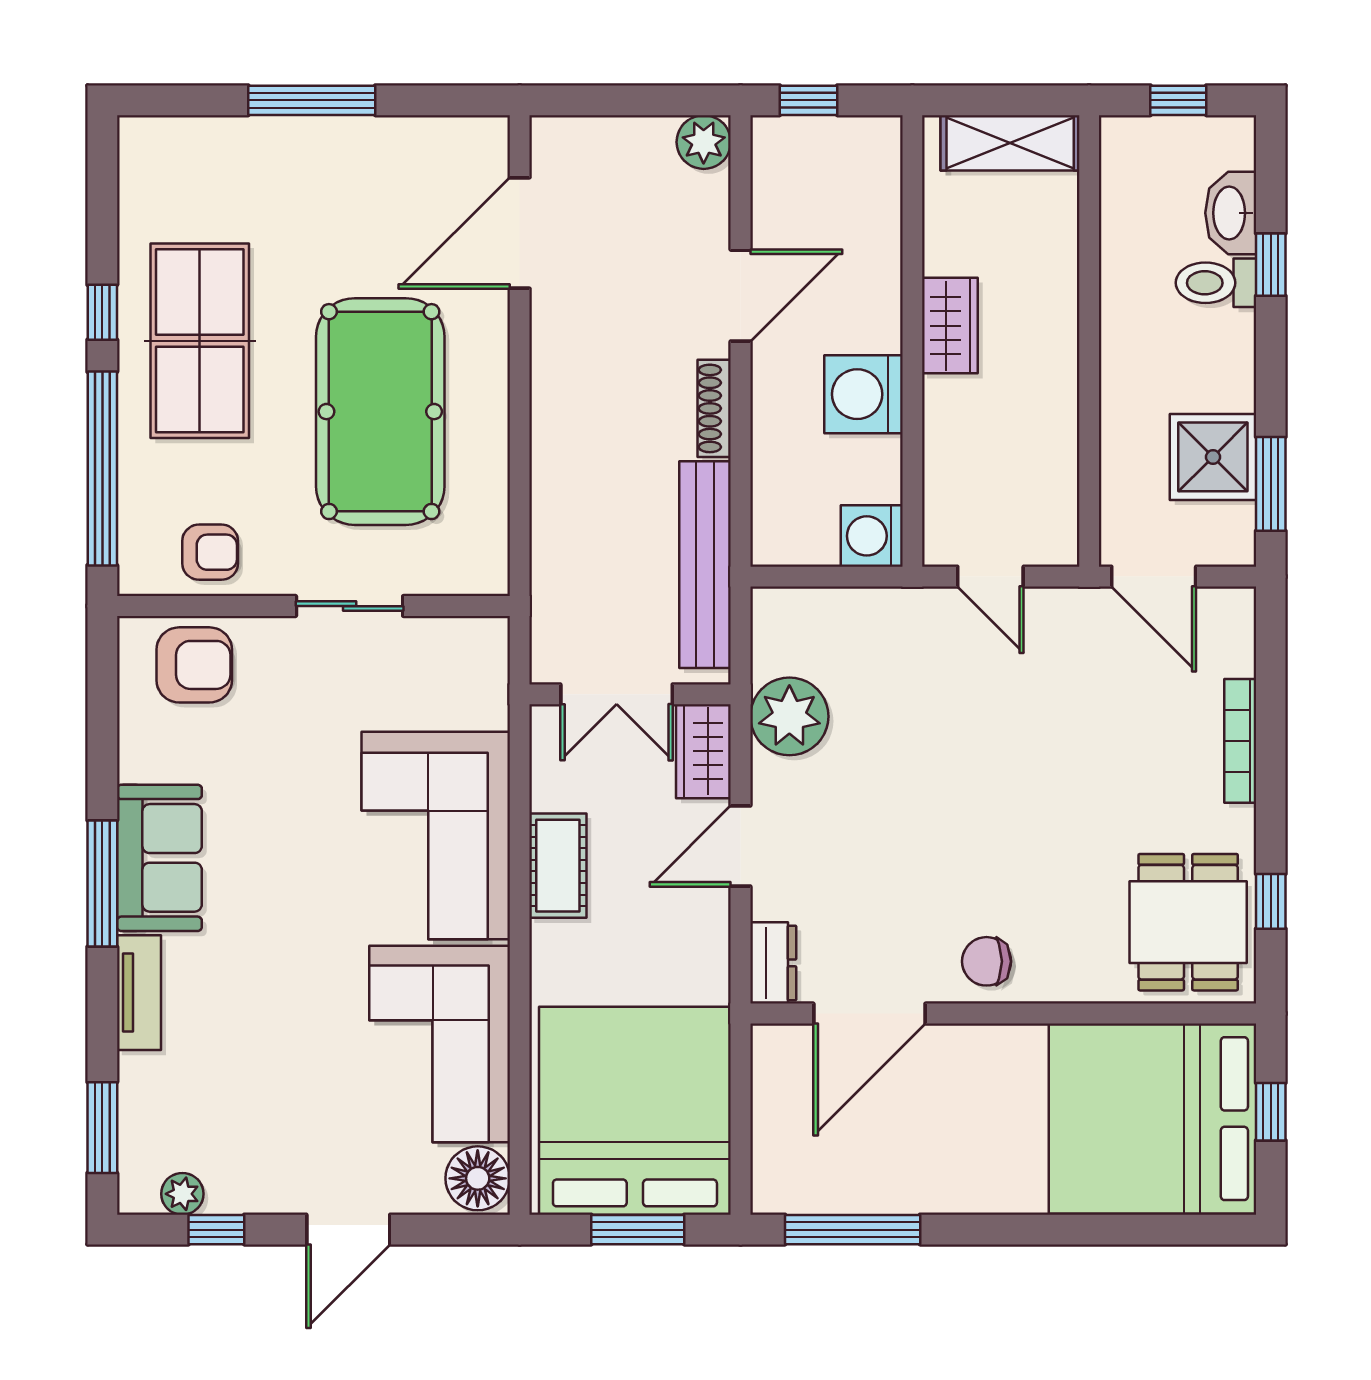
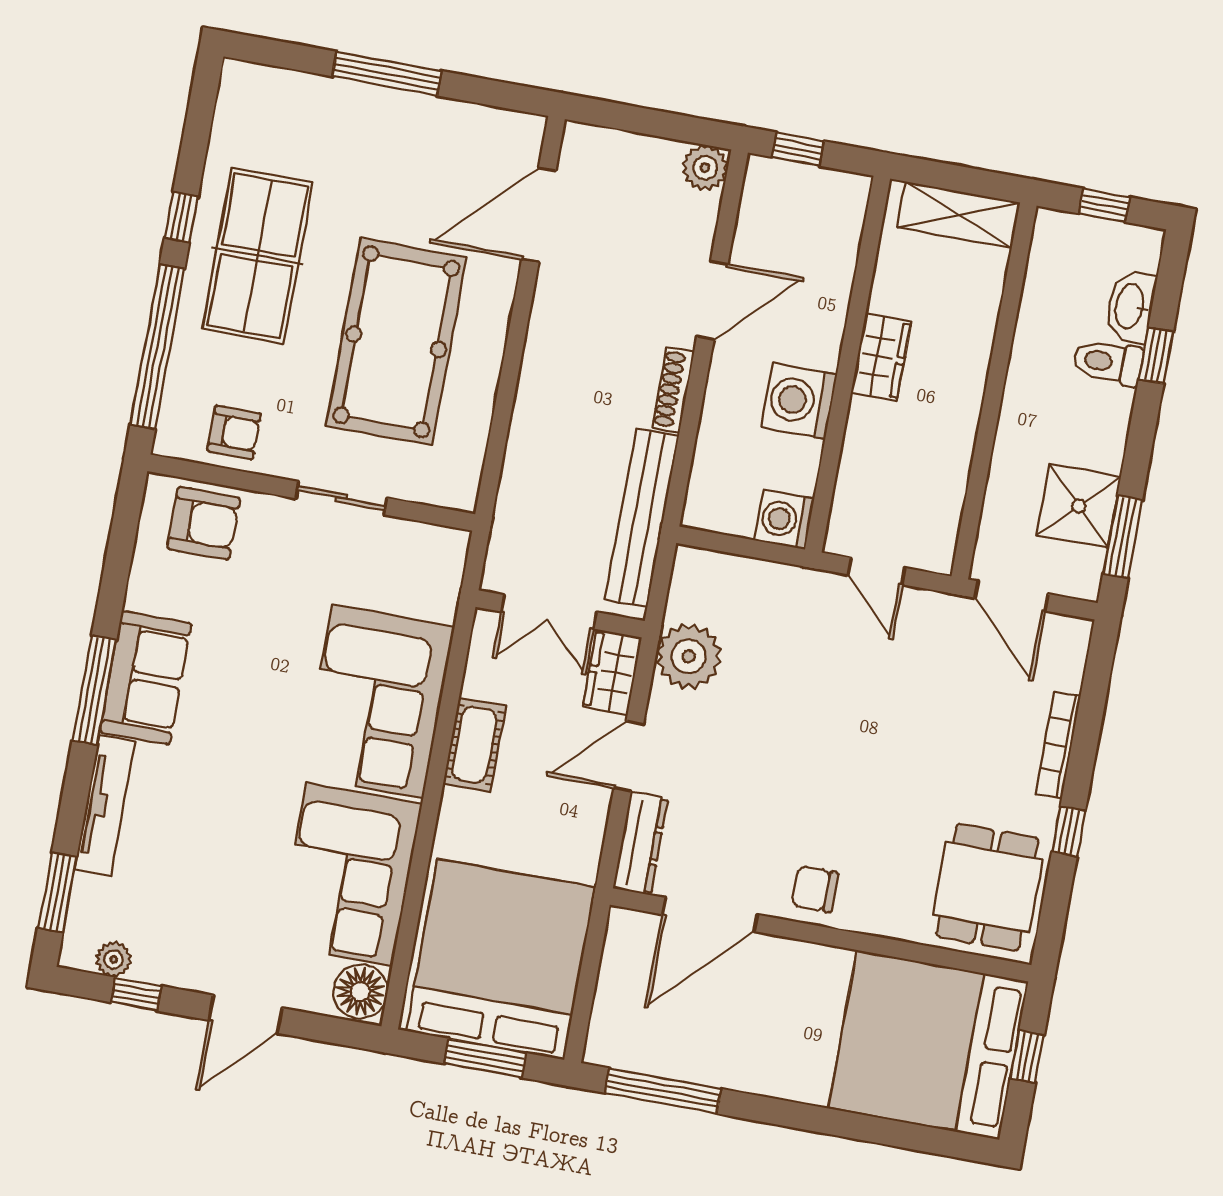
window: (1271, 901) -> (1069, 831), moved
dresser: (773, 963) -> (641, 843), width x1.44
tv unit: (139, 993) -> (105, 806), width x1.41

